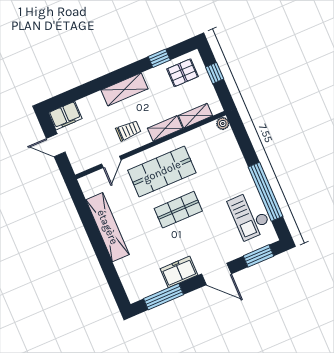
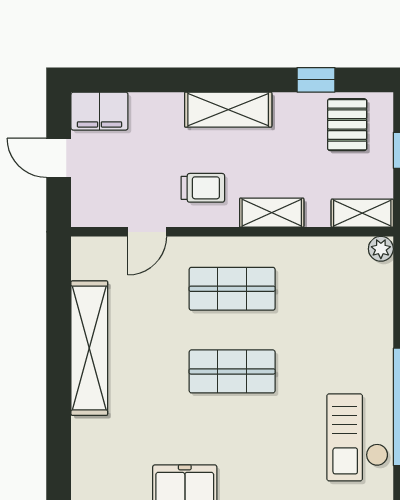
pallet: (183, 73) -> (347, 125), turned 90
shelving: (196, 116) -> (362, 213), moved
shop shelf: (162, 171) -> (232, 289), width x0.70, depth x0.74

